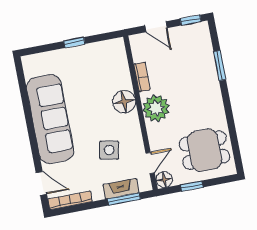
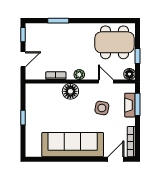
plant: (156, 108) -> (79, 75), width x0.53, depth x0.53
dining table: (205, 150) -> (114, 42), width x1.38
door: (150, 163) -> (106, 81), moved

